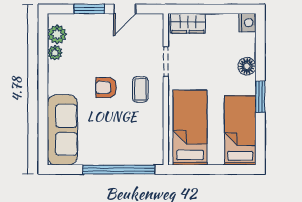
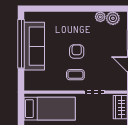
sofa: (62, 130) -> (34, 46), moved, turned -90
window: (119, 170) -> (21, 44), moved

